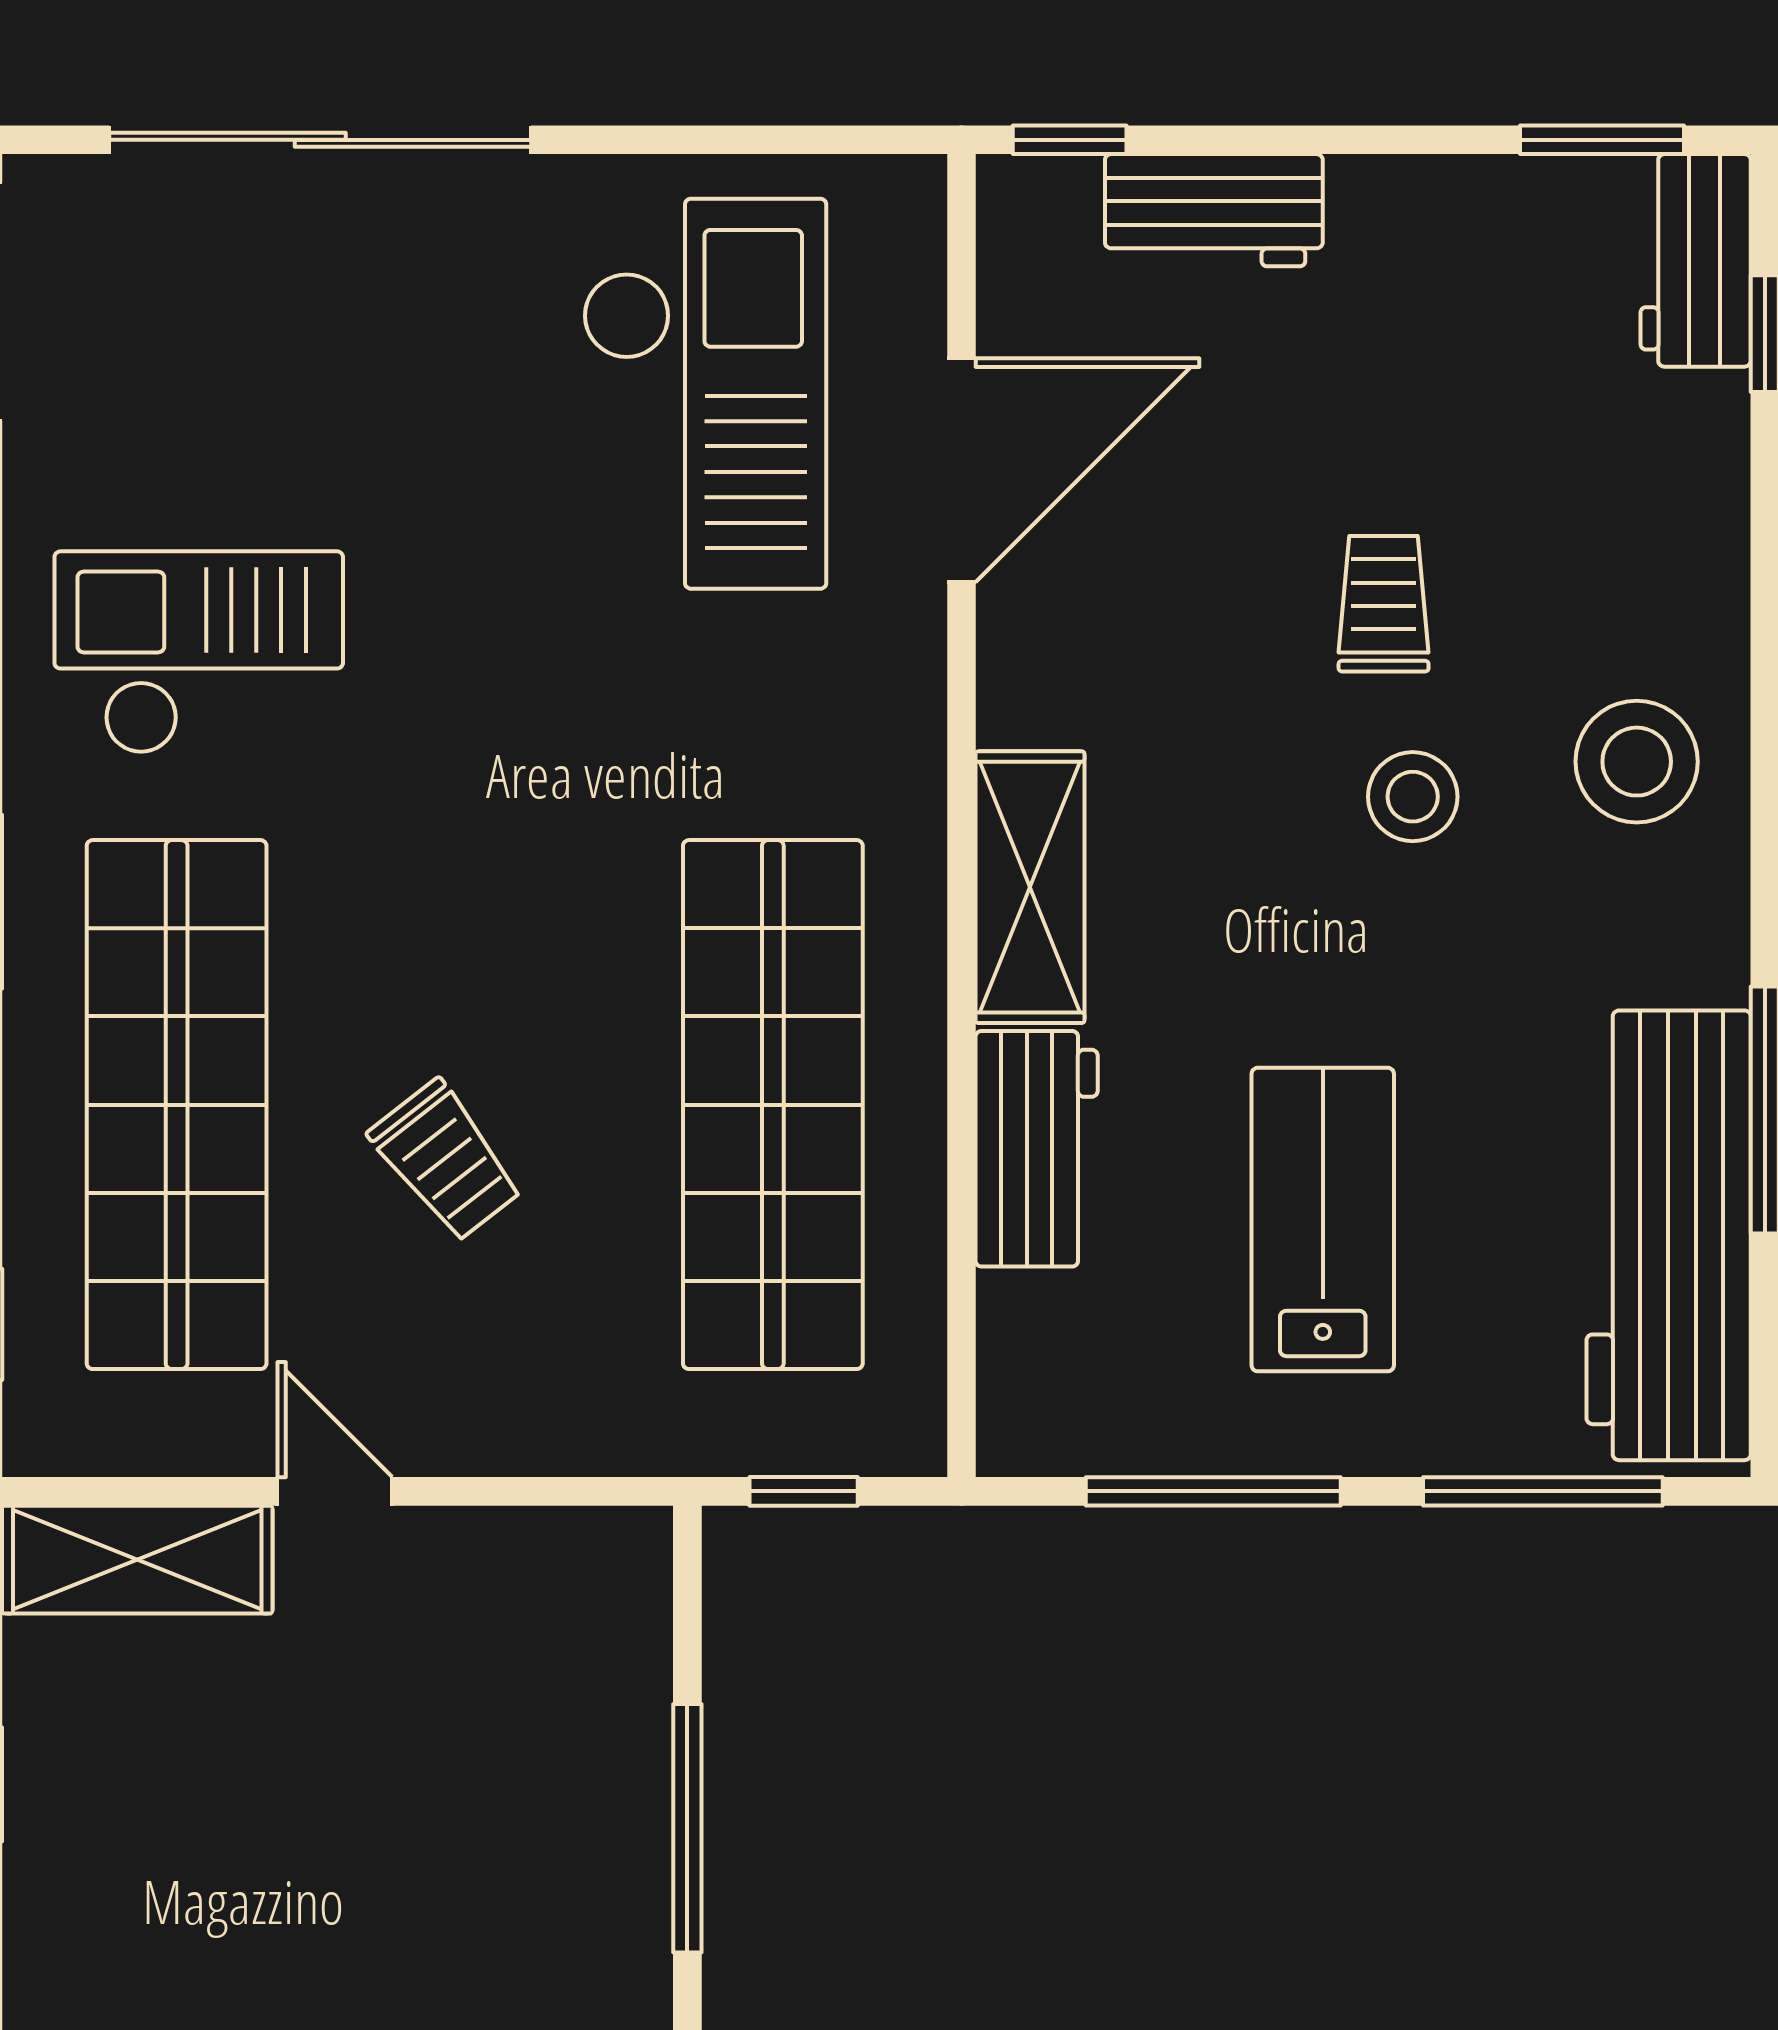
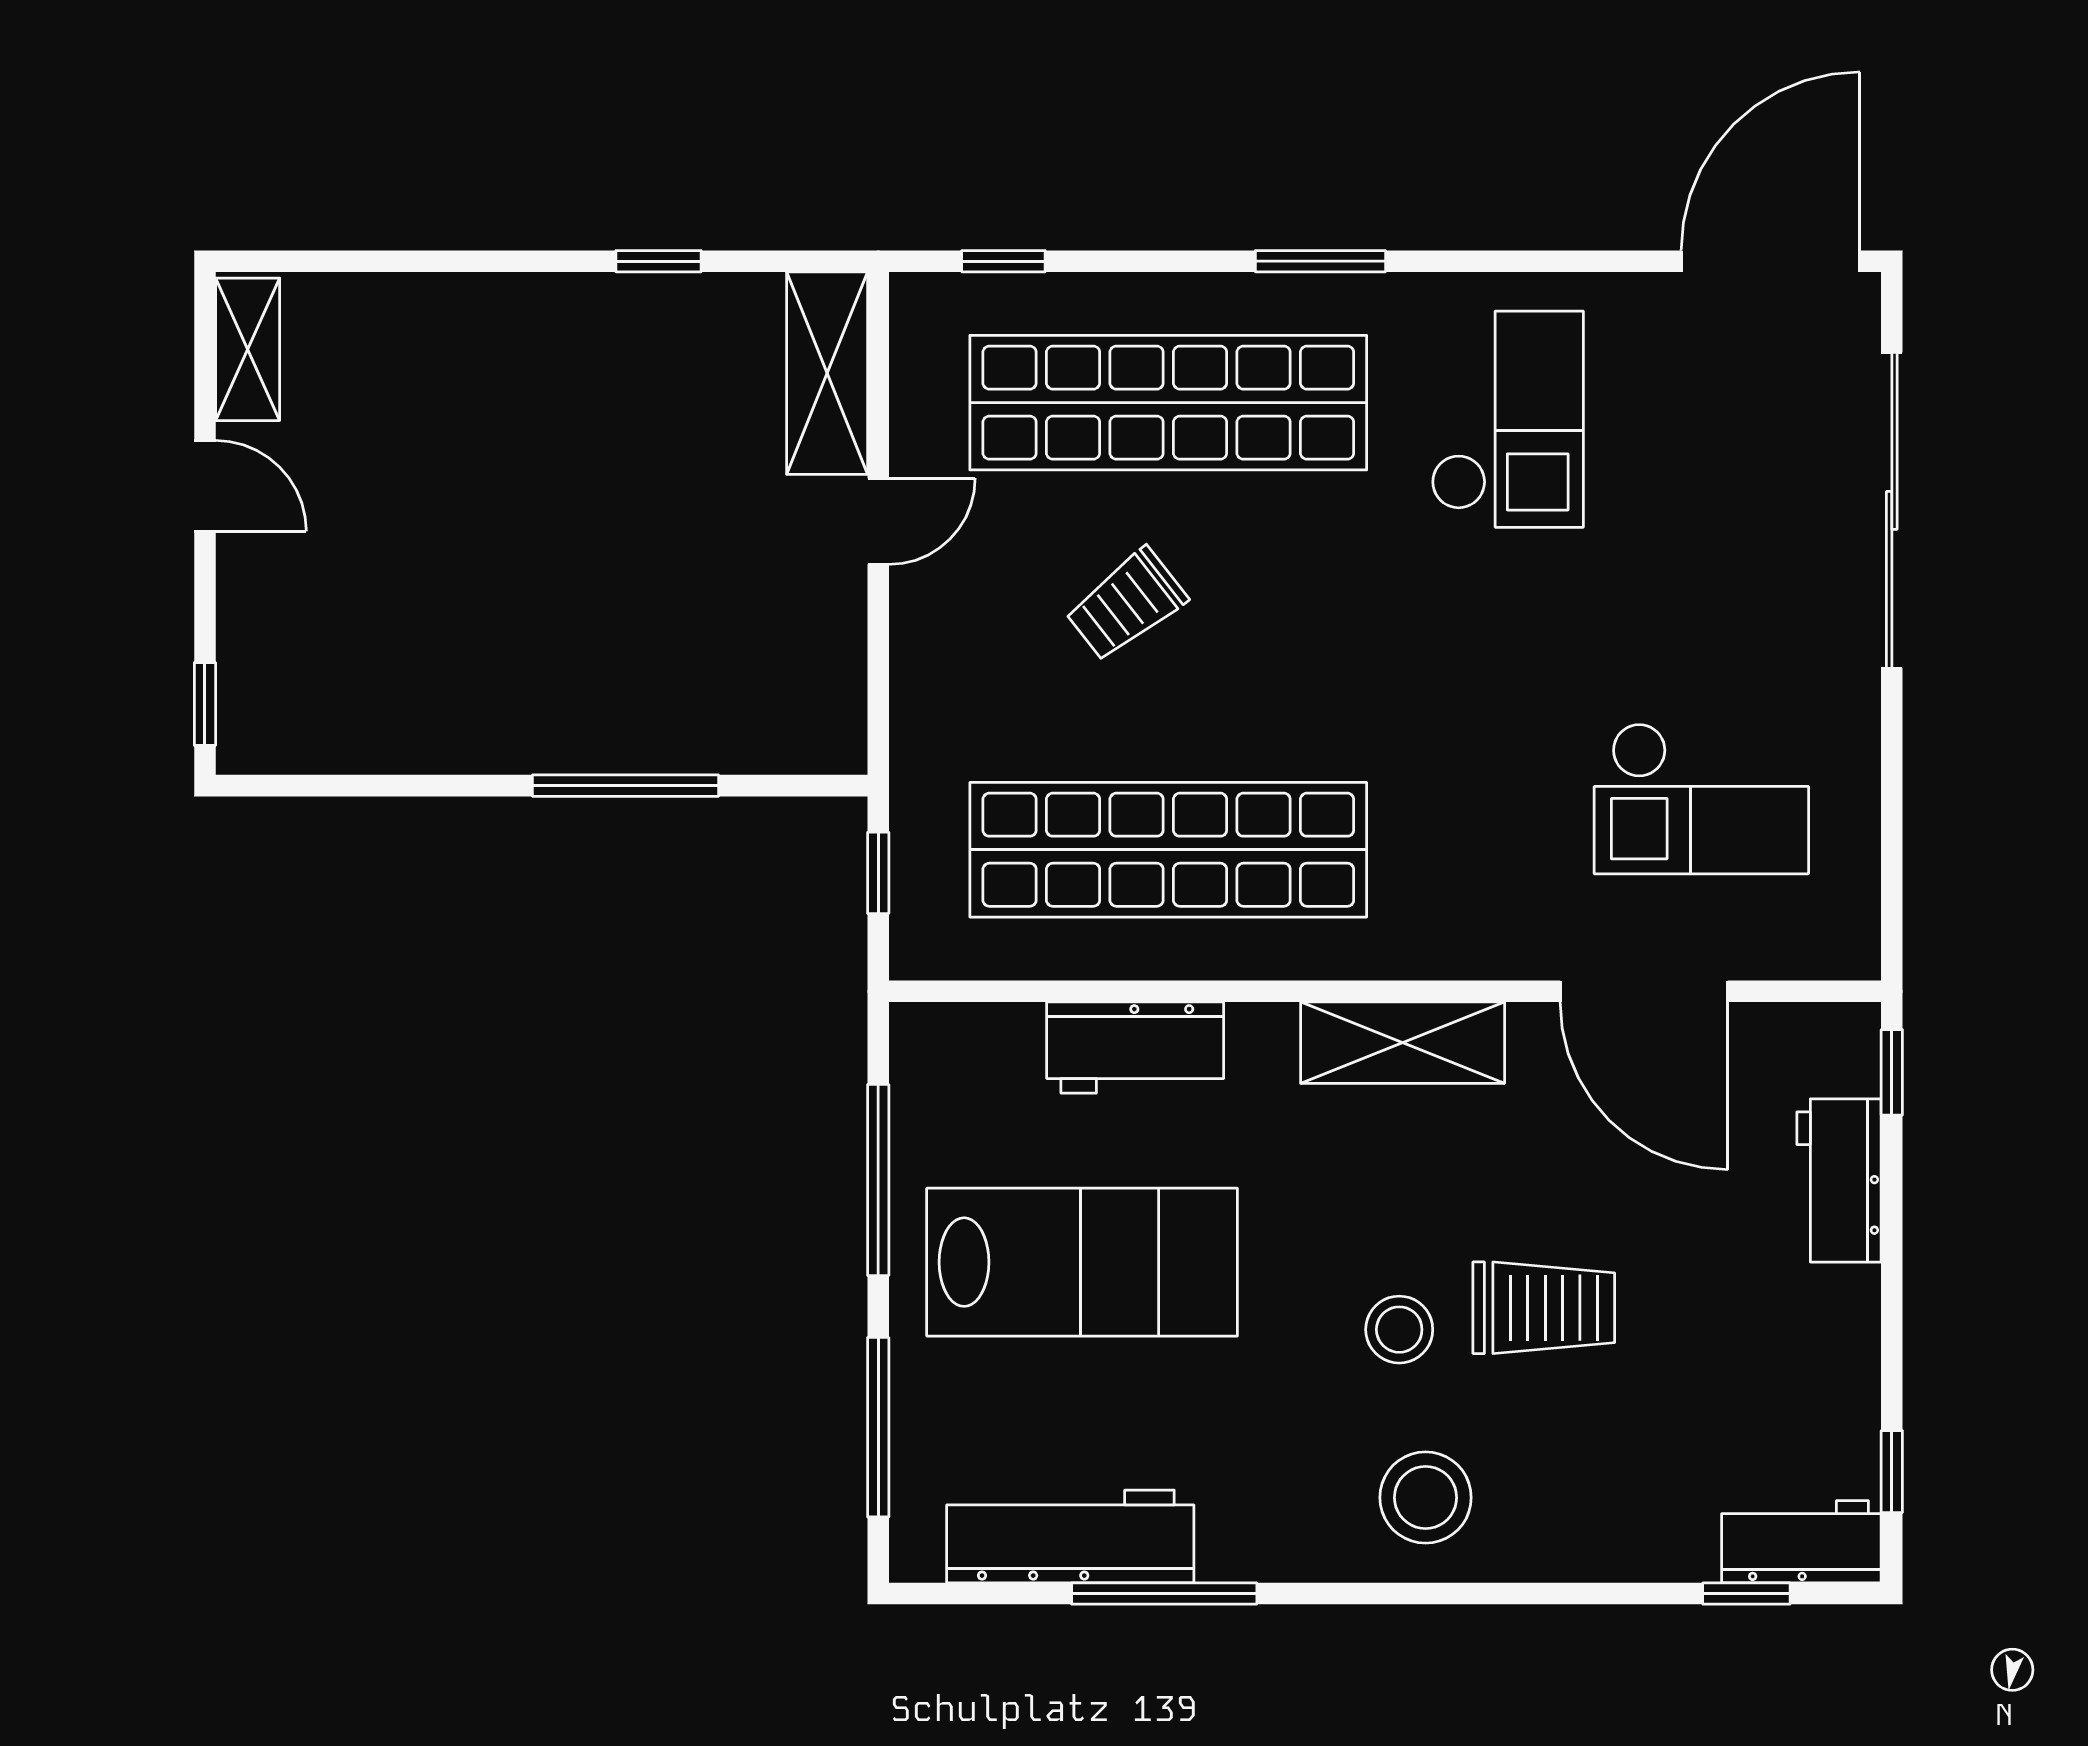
window: (1602, 140) -> (1892, 1472), width x0.67
checkout: (705, 394) -> (1701, 798), width x0.73, depth x0.83
trolley: (1384, 604) -> (1544, 1308), width x1.36, depth x1.39
shelving: (1030, 887) -> (1403, 1043), moved
lab bench: (1323, 1220) -> (1082, 1262), width x1.36, depth x1.39
workbench: (1669, 1235) -> (1070, 1536), width x0.73, depth x0.76

